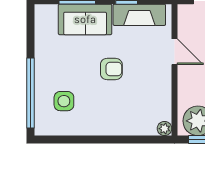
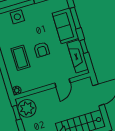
side table: (64, 101) -> (17, 17), moved
coffee table: (114, 107) -> (20, 58), added

